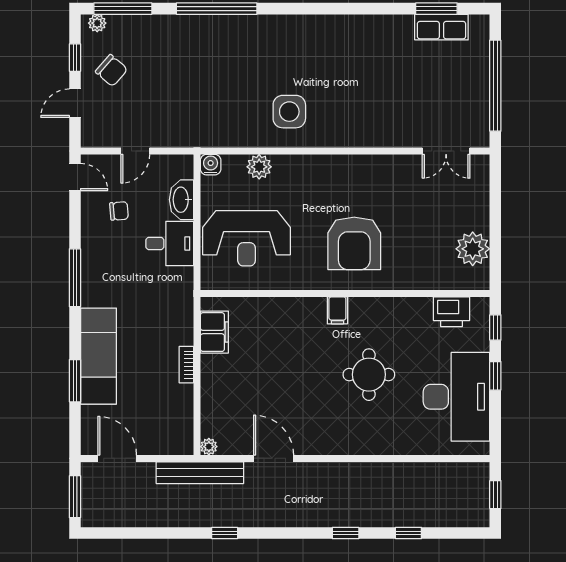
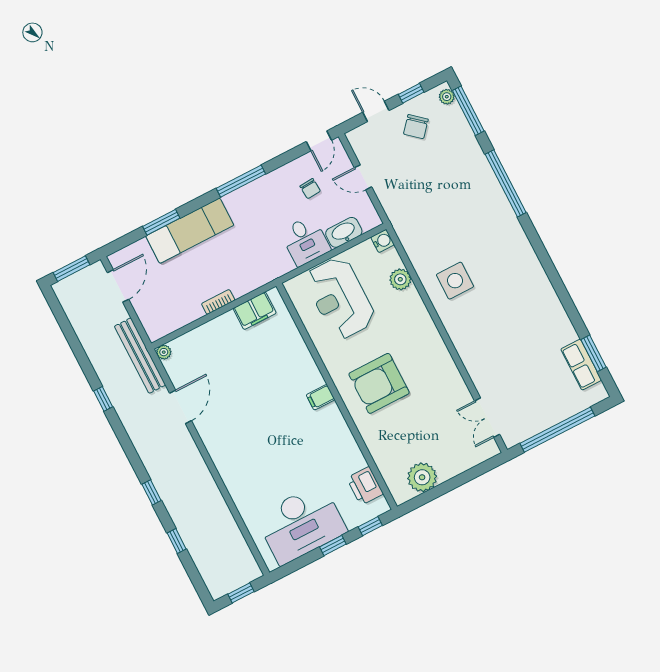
round table: (369, 375) -> (283, 447), removed

